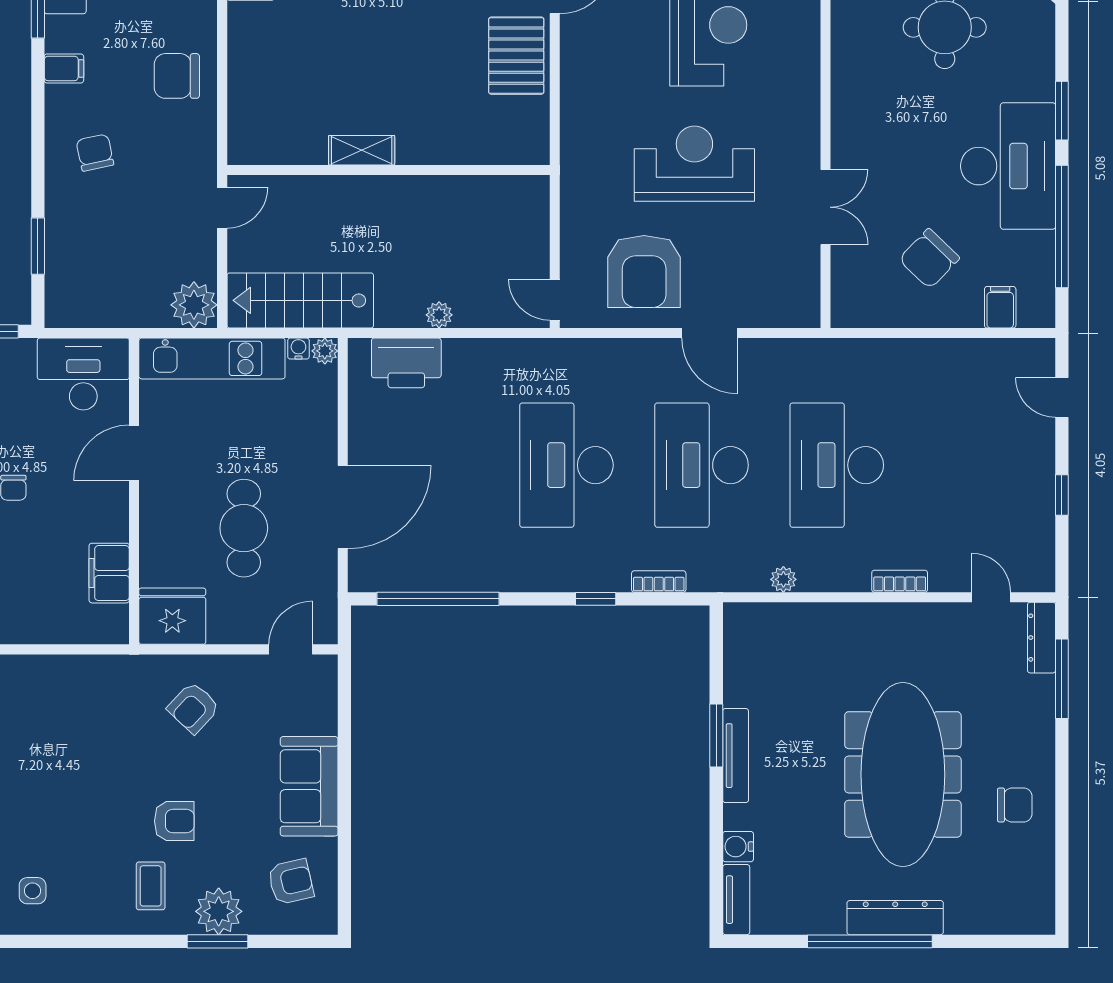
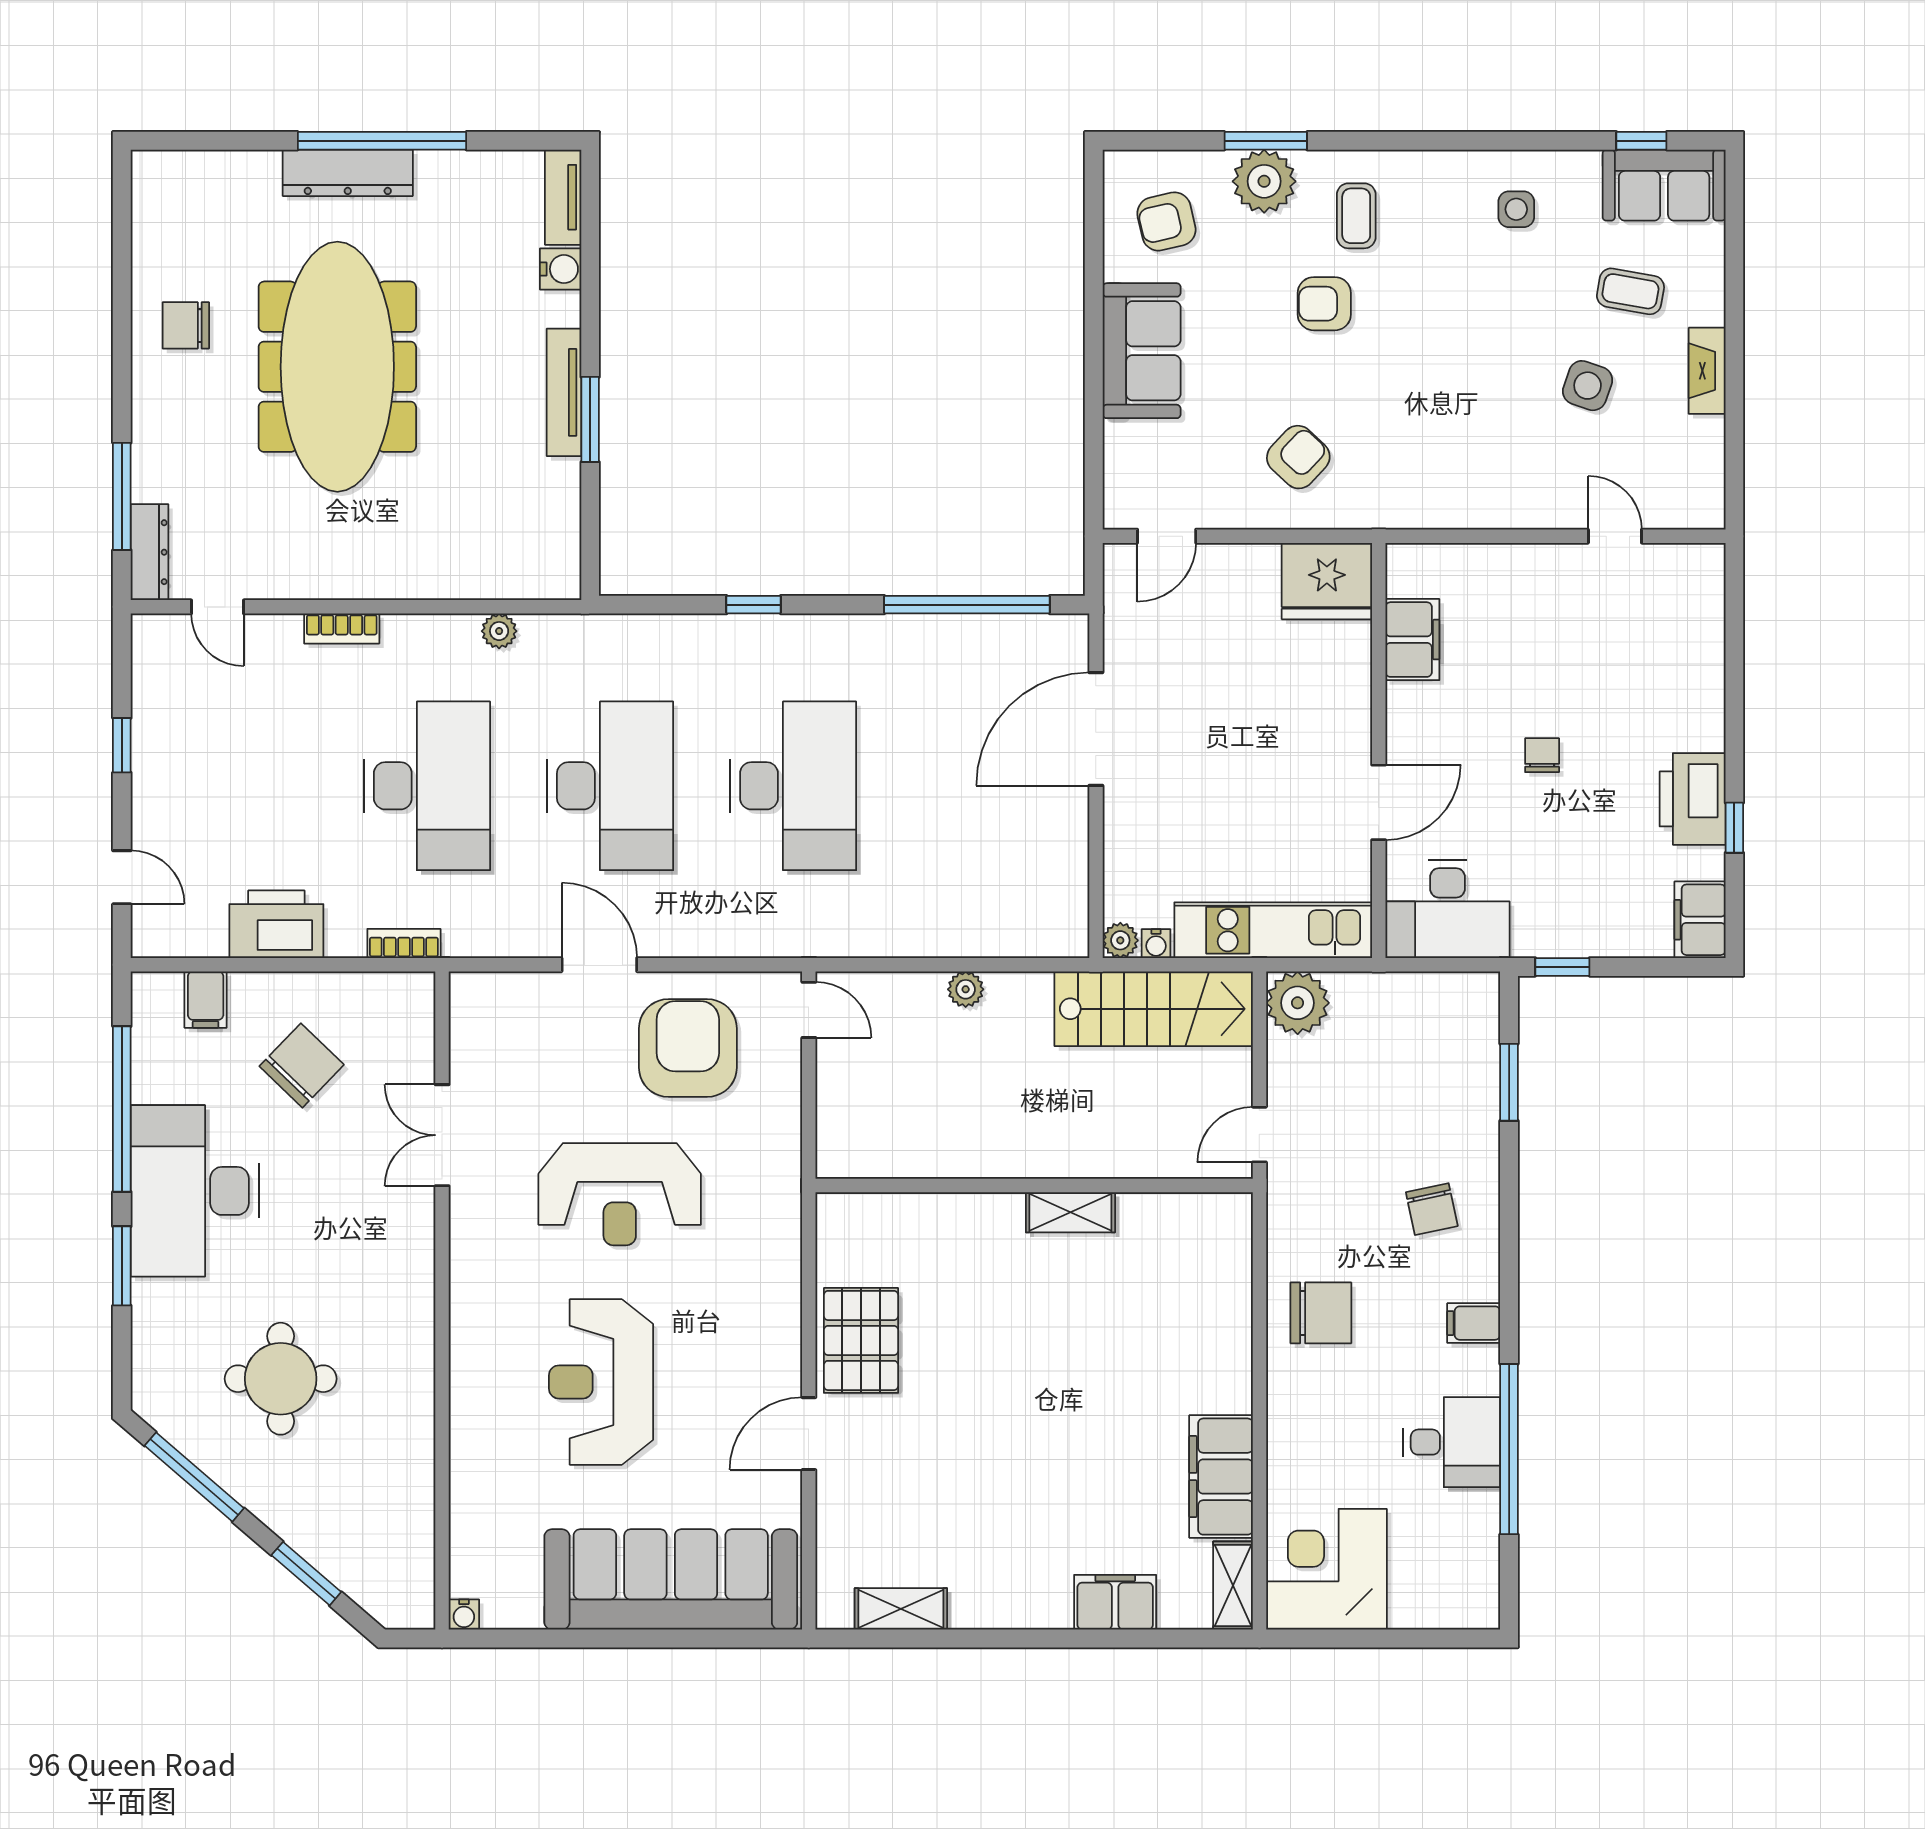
printer: (406, 363) -> (276, 924), moved
cafe table: (244, 528) -> (1230, 700), removed
bookcase: (659, 581) -> (404, 943), moved, turned 180

